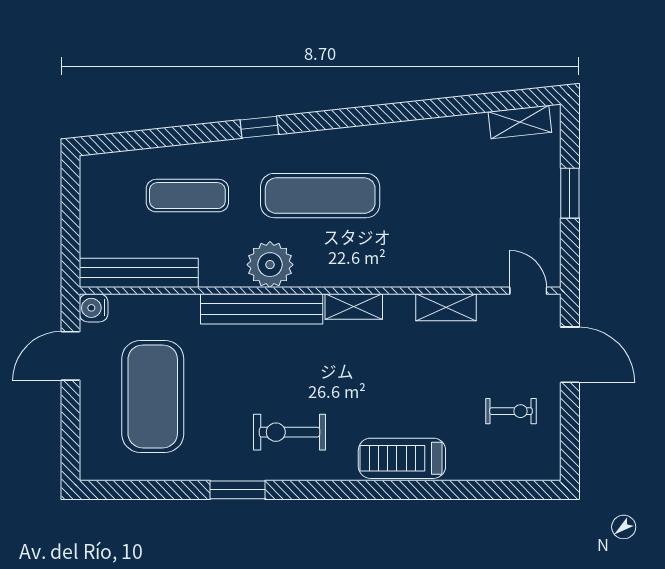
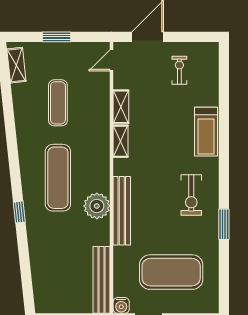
exercise mat: (187, 196) -> (58, 103), moved
shelving: (354, 307) -> (120, 141), moved

